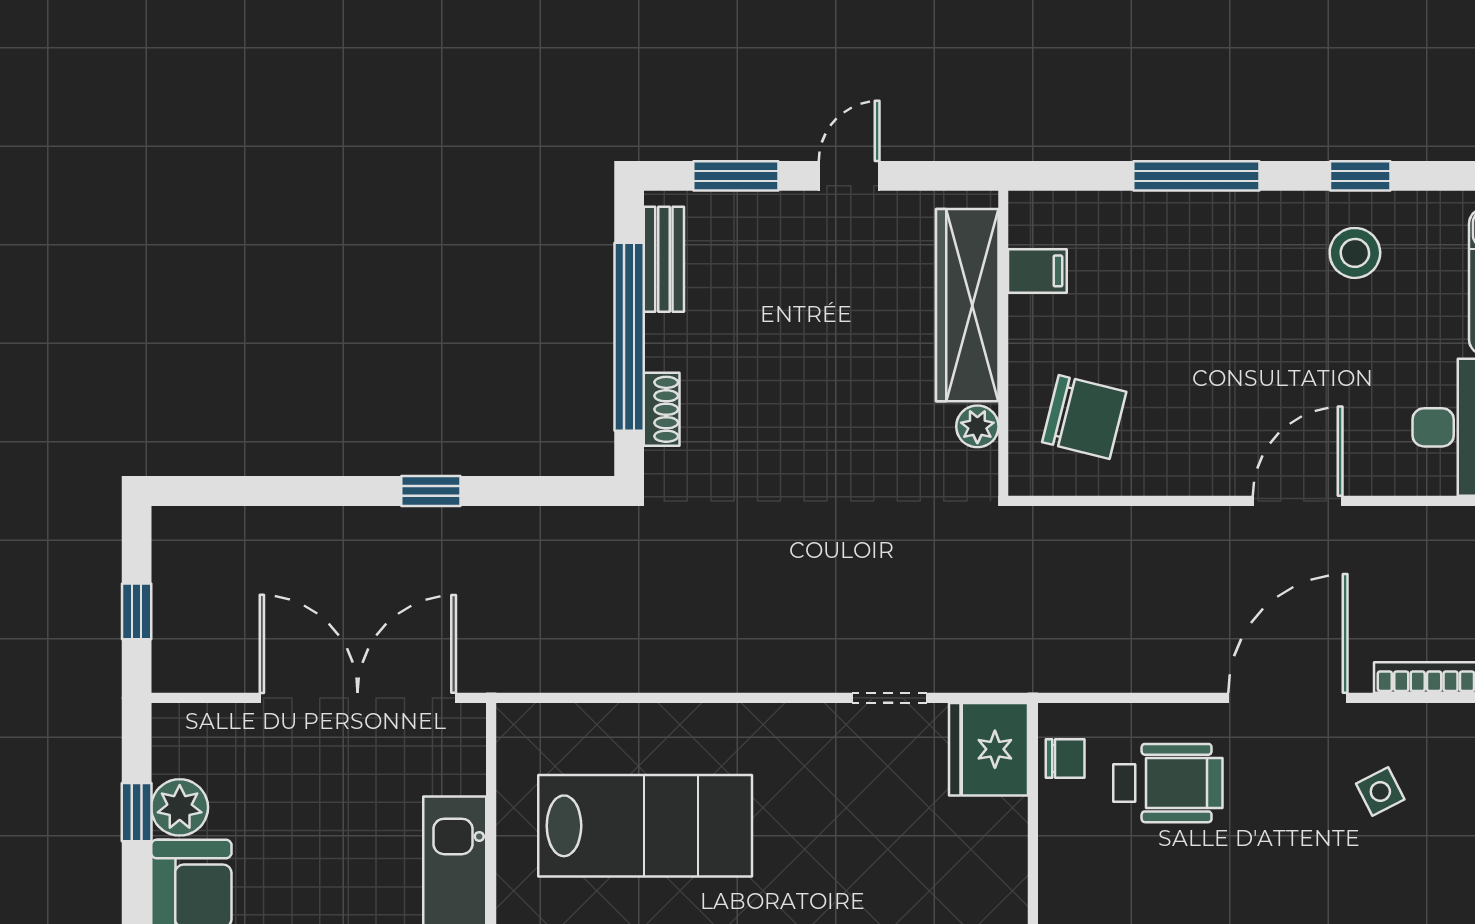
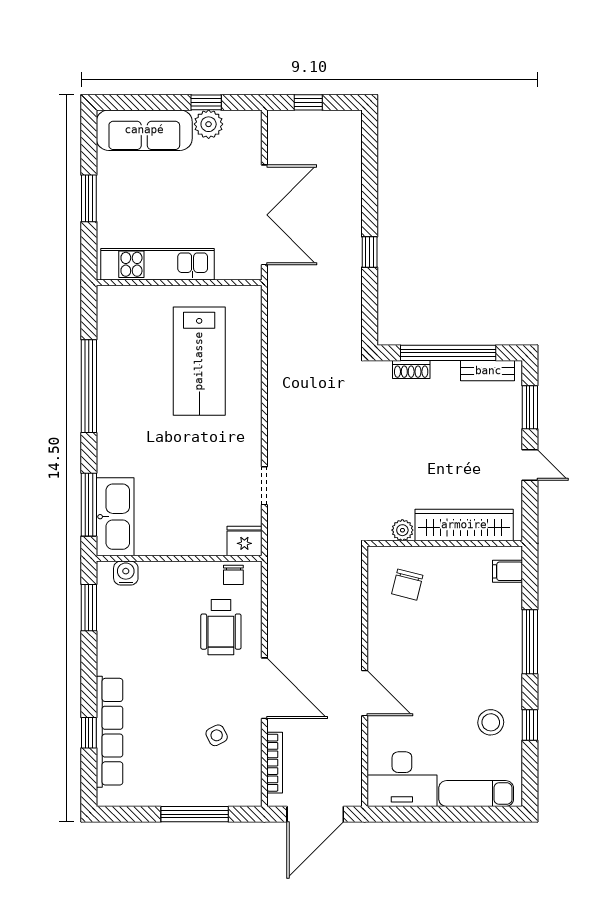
filing cabinet: (1037, 271) -> (508, 571), moved, turned 90
chair: (1084, 417) -> (407, 585), width x0.73, depth x0.73
fridge: (989, 749) -> (244, 541), width x0.73, depth x0.75

